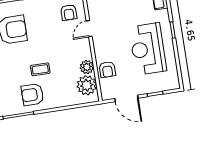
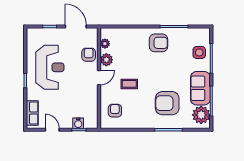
door: (89, 29) -> (99, 78), moved
coffee table: (40, 69) -> (129, 84), moved
plant: (87, 85) -> (105, 44), width x0.53, depth x0.53

